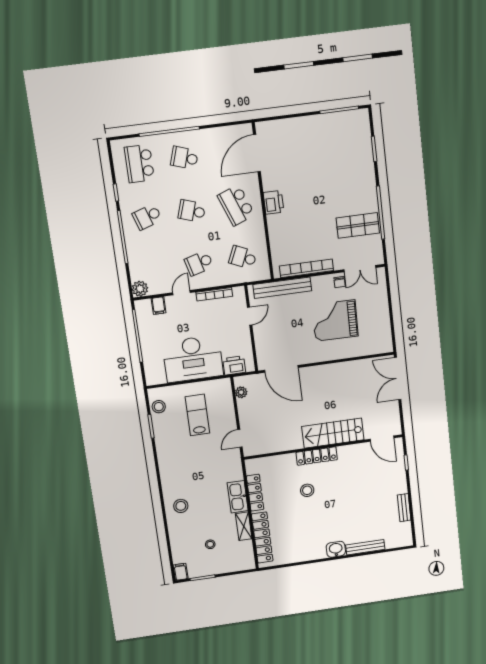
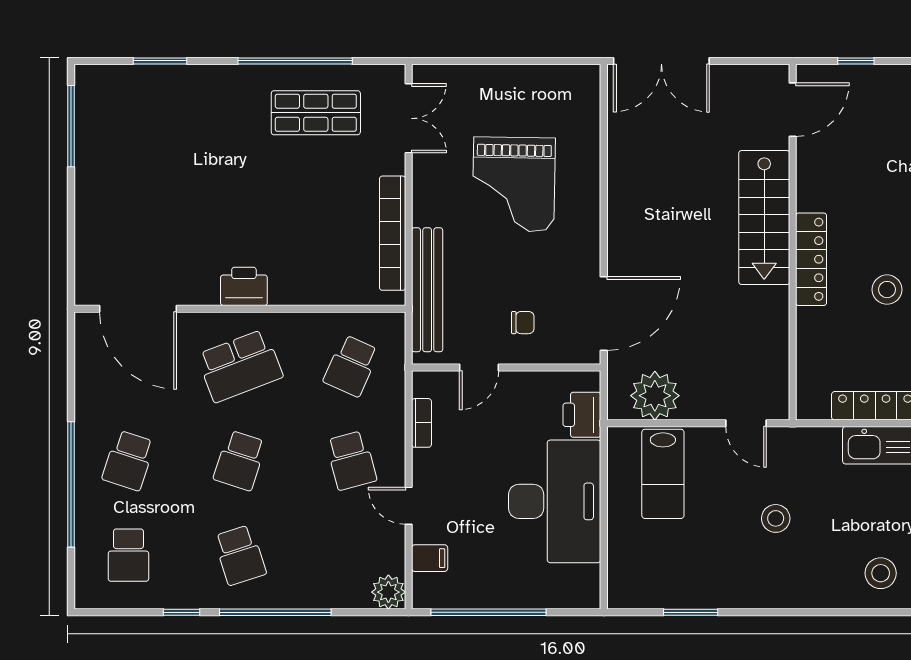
school desk: (139, 164) -> (128, 555), width x0.54
shop shelf: (358, 225) -> (316, 113), turned 90
chair: (340, 282) -> (523, 323), moved
bookcase: (214, 294) -> (422, 423), width x0.64
door: (250, 316) -> (479, 368), swing flipped
plant: (241, 392) -> (655, 396), width x1.88, depth x1.88
stool: (159, 407) -> (776, 518), moved
lab bench: (197, 415) -> (663, 474), moved, turned -90

